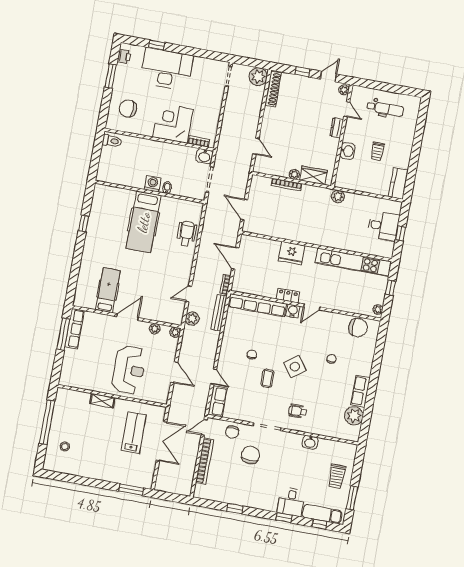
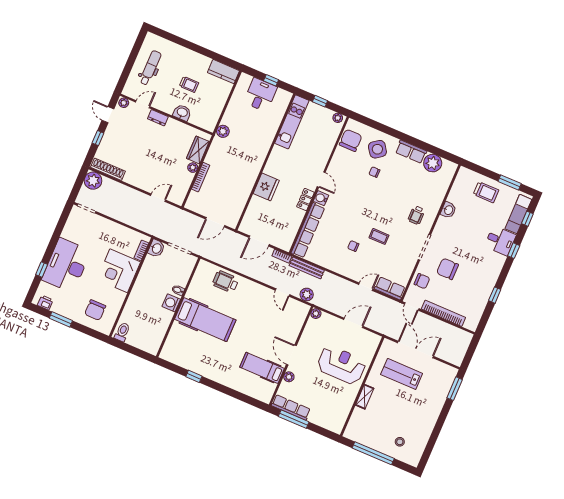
kitchen unit: (353, 262) -> (292, 122), width x0.73
plant: (155, 329) -> (289, 377), moved
side table: (295, 367) -> (377, 149), moved

